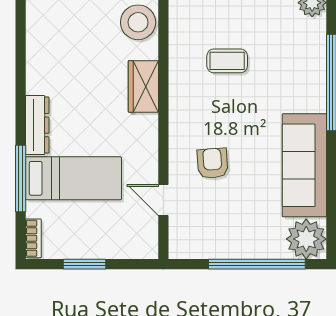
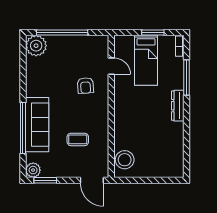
wardrobe: (143, 86) -> (122, 126), removed
sofa: (304, 165) -> (37, 125), moved
bed: (73, 178) -> (146, 60), moved, turned -90

